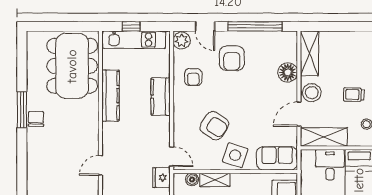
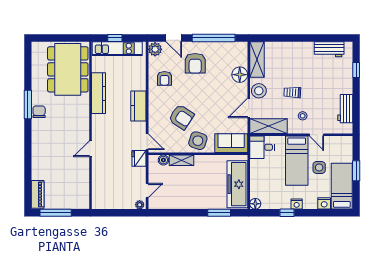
kitchen counter: (161, 97) -> (138, 106), moved
desk: (330, 165) -> (262, 147), moved, turned -90

